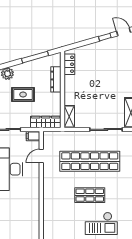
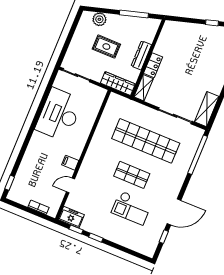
locker: (69, 64) -> (153, 65), moved
dresser: (56, 79) -> (141, 55), moved
filing cabinet: (33, 136) -> (70, 163), moved
door: (41, 156) -> (70, 185), moved

